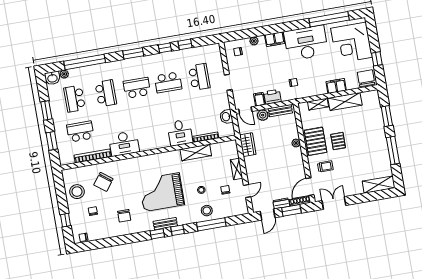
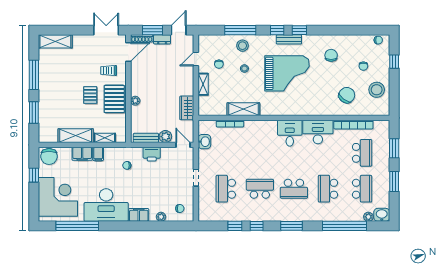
filing cabinet: (259, 99) -> (98, 154), moved
school desk: (80, 132) -> (362, 153), turned -90
desk: (180, 133) -> (290, 133), moved
double door: (334, 203) -> (106, 30), swing flipped

